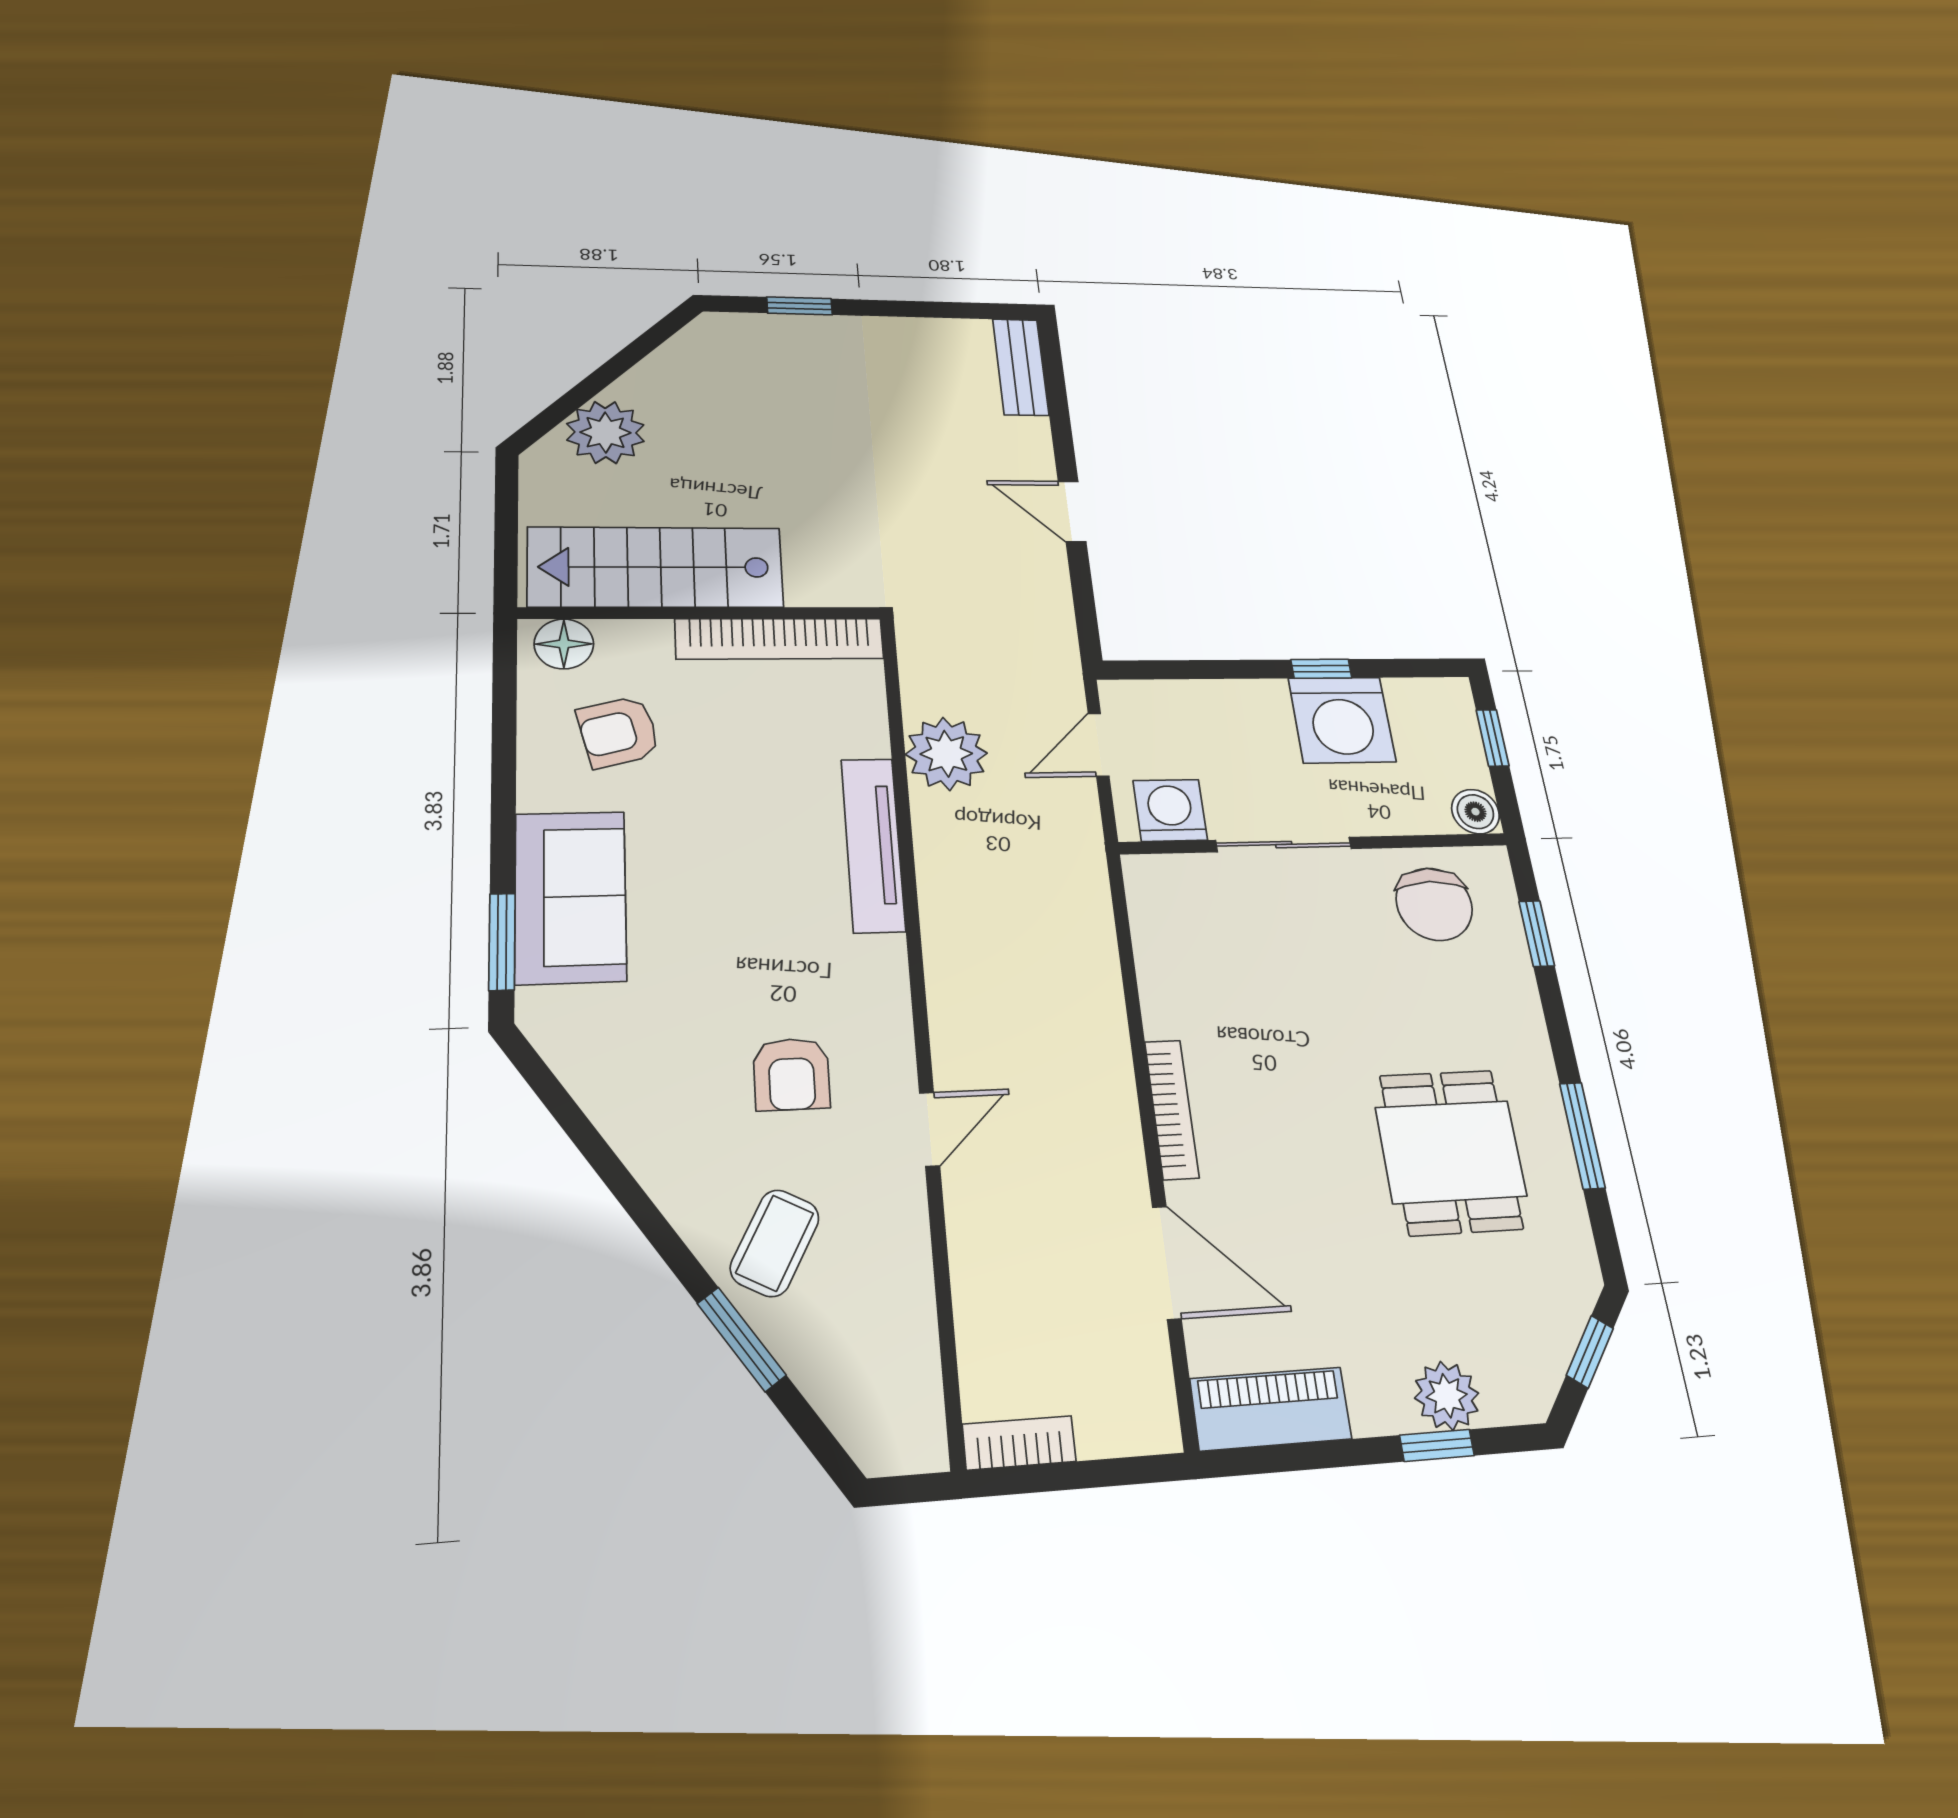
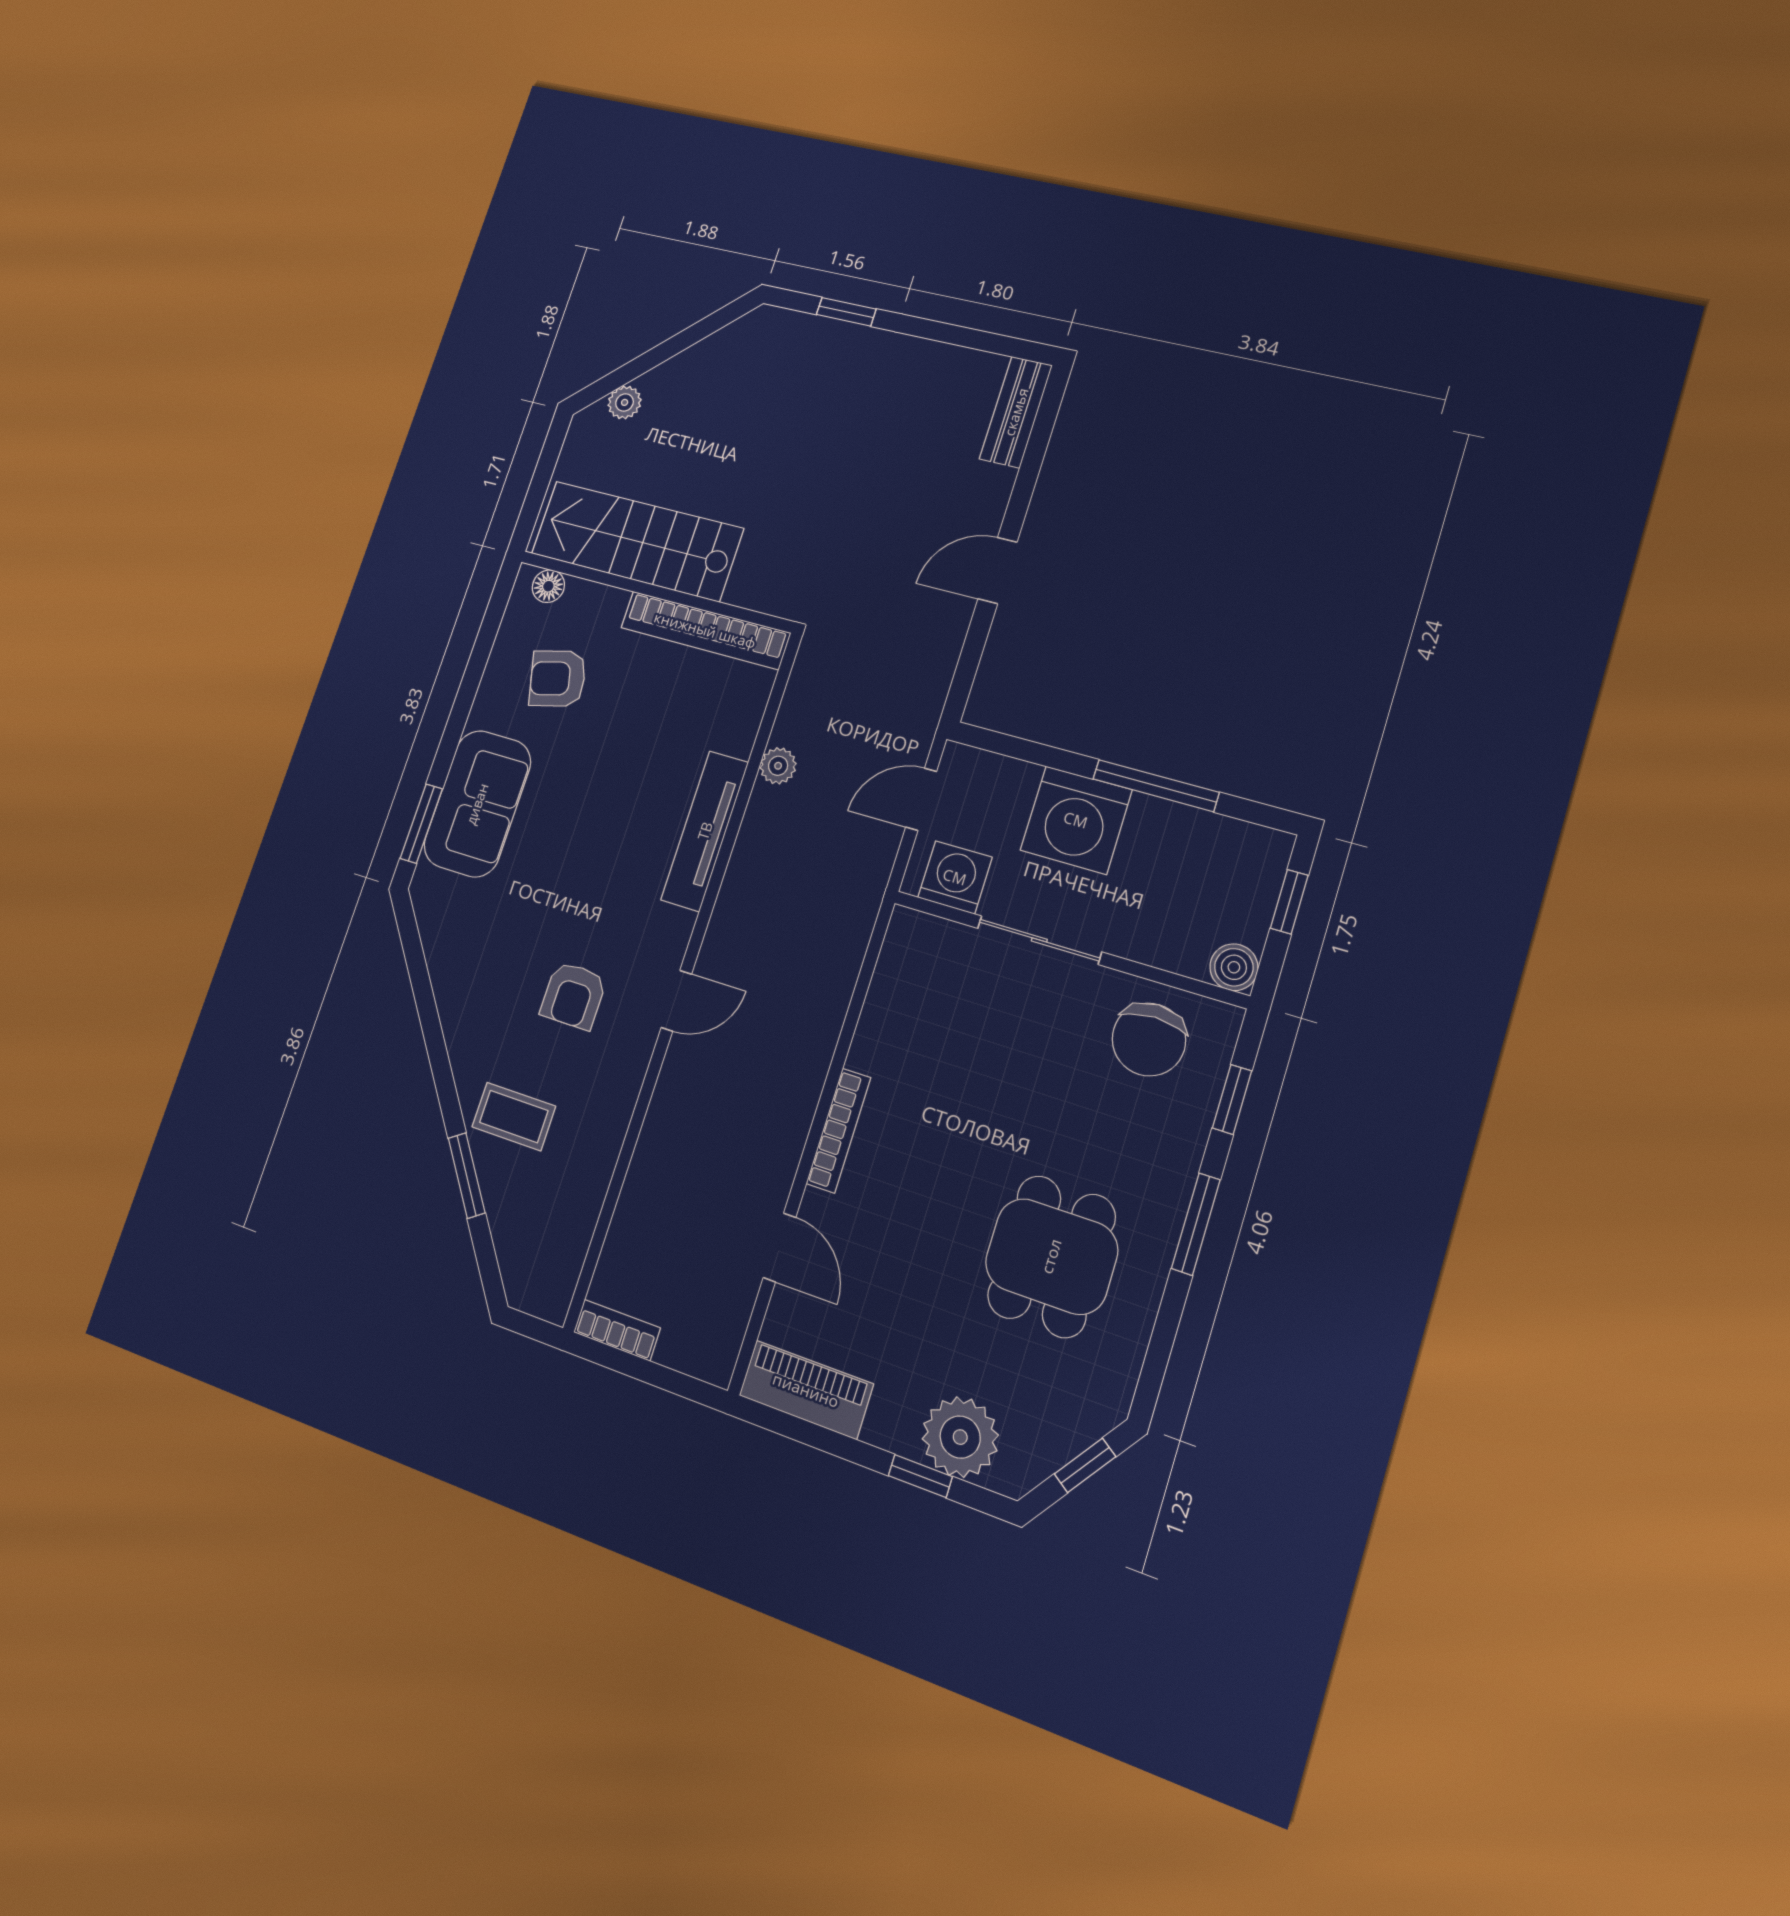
plant: (605, 432) -> (625, 402), width x0.53, depth x0.53
door: (1072, 511) -> (998, 571), hinge flipped
floor lamp: (564, 644) -> (548, 586), width x0.73, depth x0.73
window: (1321, 669) -> (1156, 786), width x2.17
washing machine: (1342, 720) -> (1076, 820), moved
plant: (946, 754) -> (778, 766), width x0.53, depth x0.53
door: (930, 1129) -> (676, 1001), moved
window: (1582, 1136) -> (1196, 1224), moved
coffee table: (775, 1243) -> (514, 1117), turned 62
door: (1167, 1263) -> (780, 1248), width x0.73
plant: (1447, 1396) -> (960, 1437), width x1.36, depth x1.36

